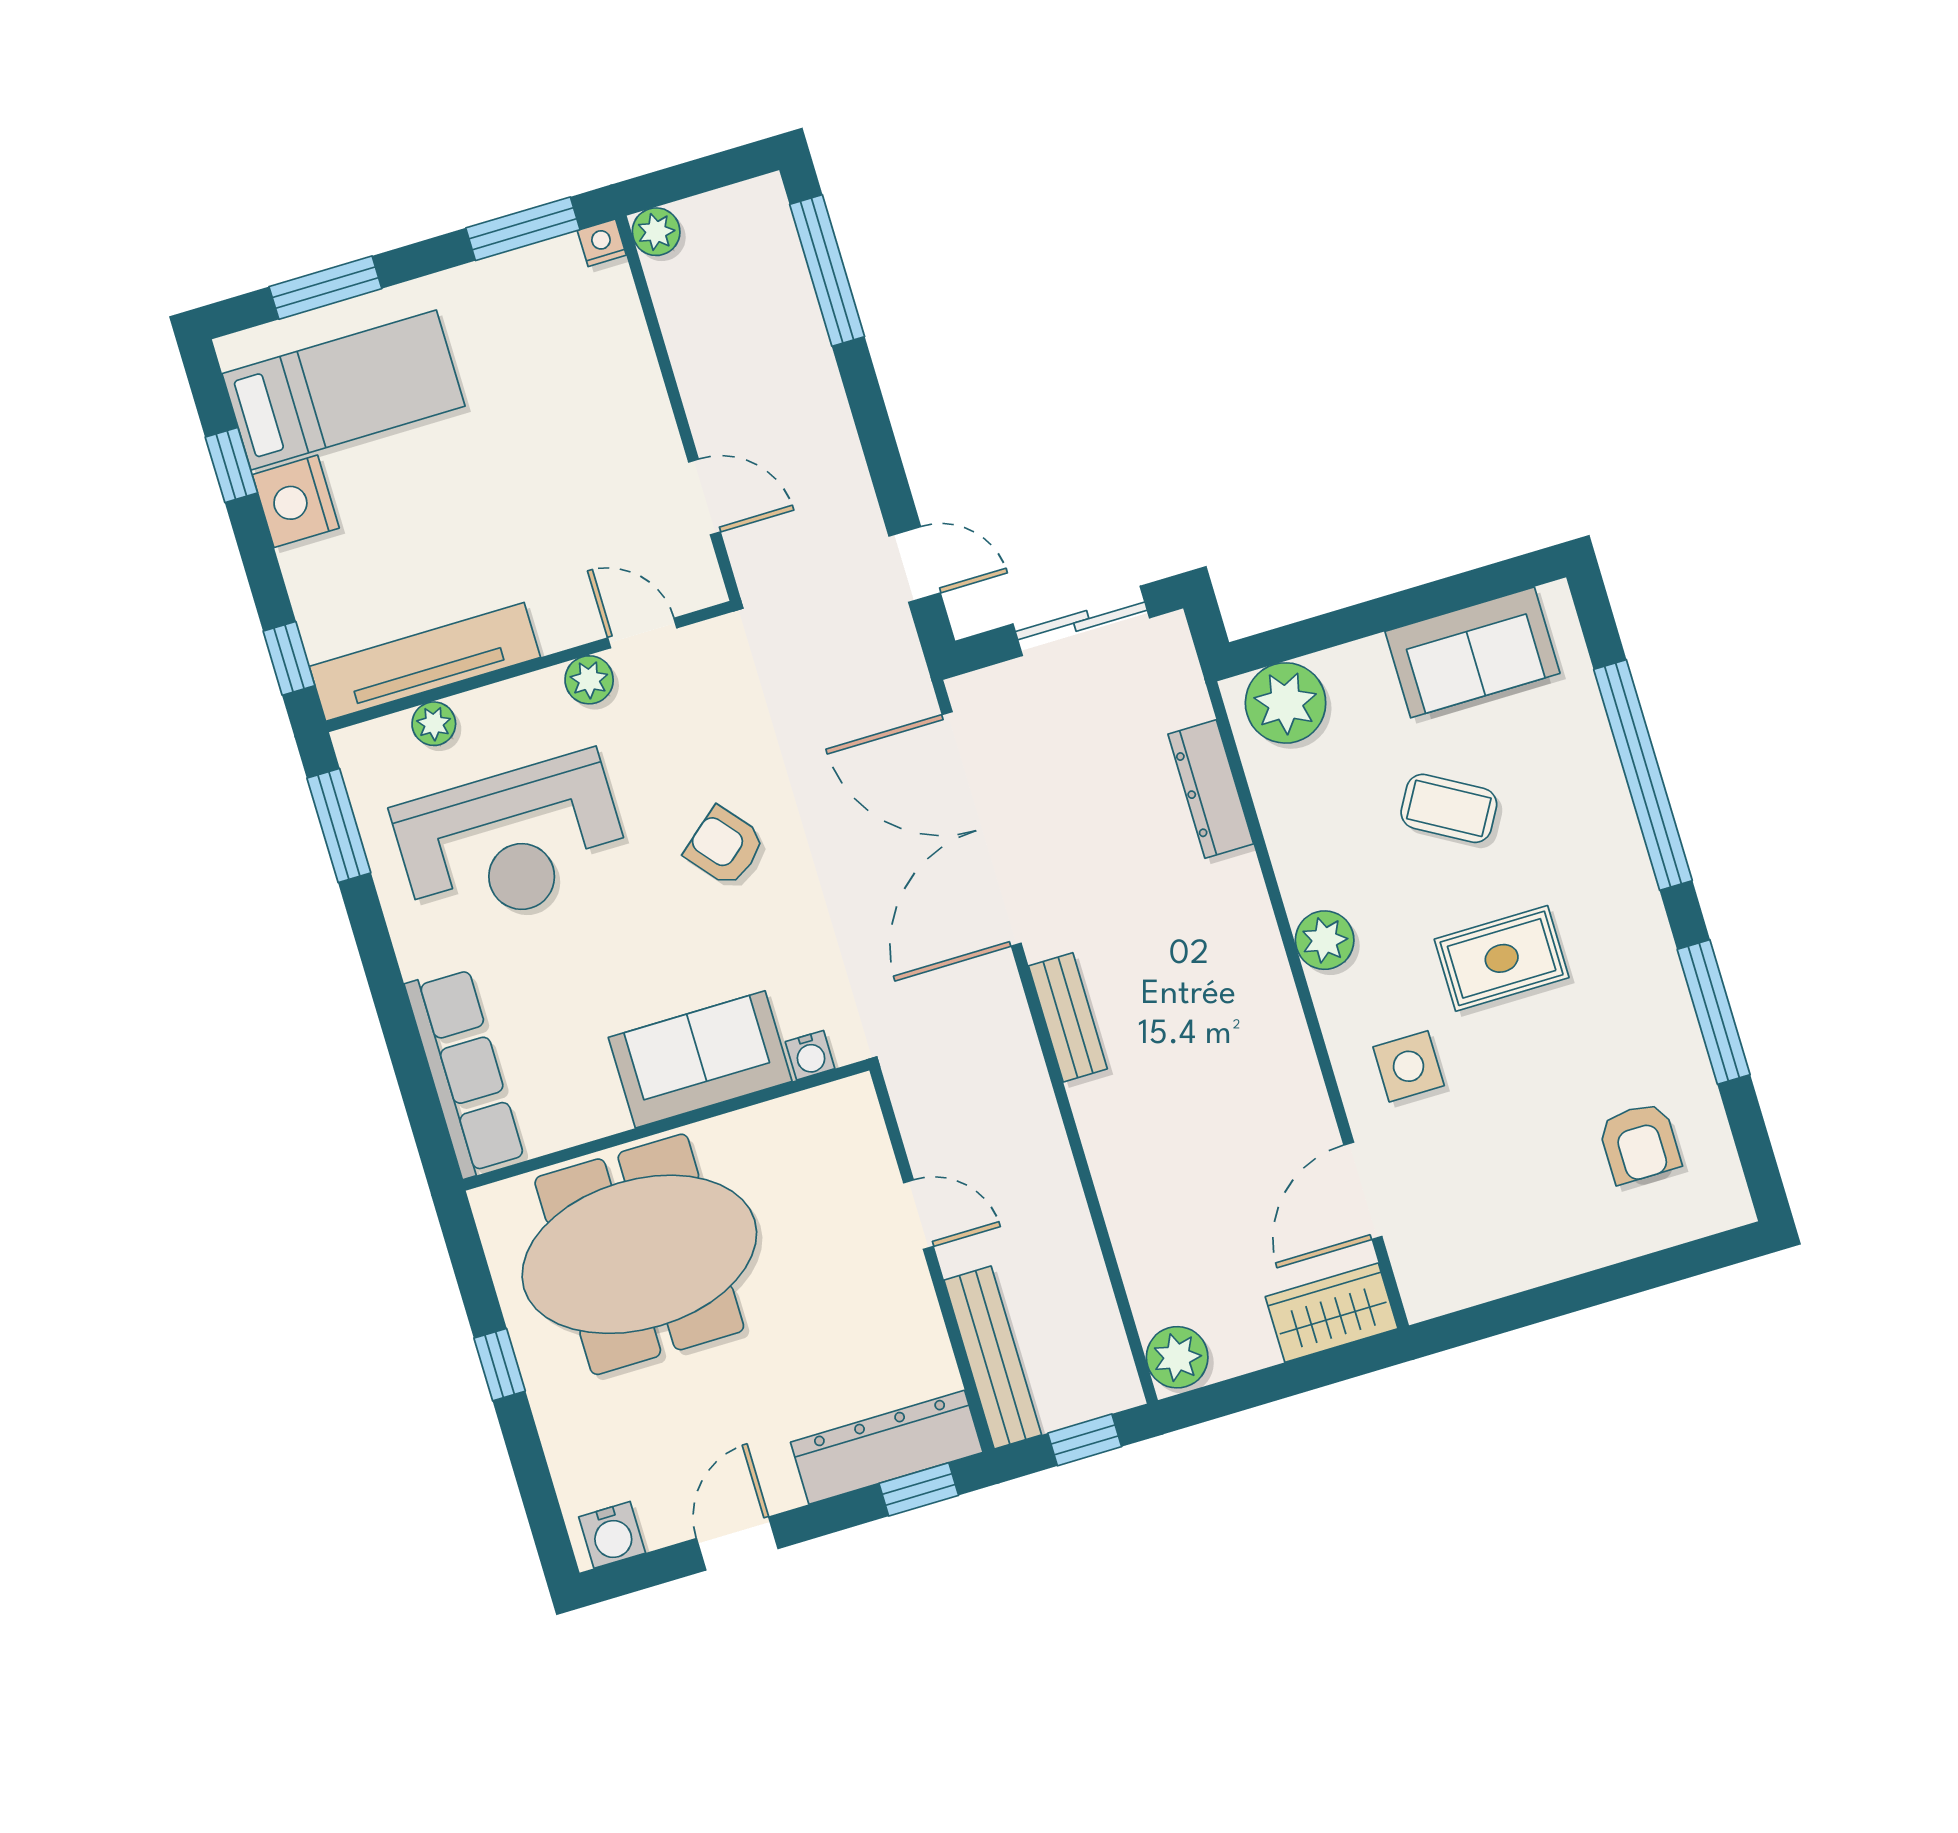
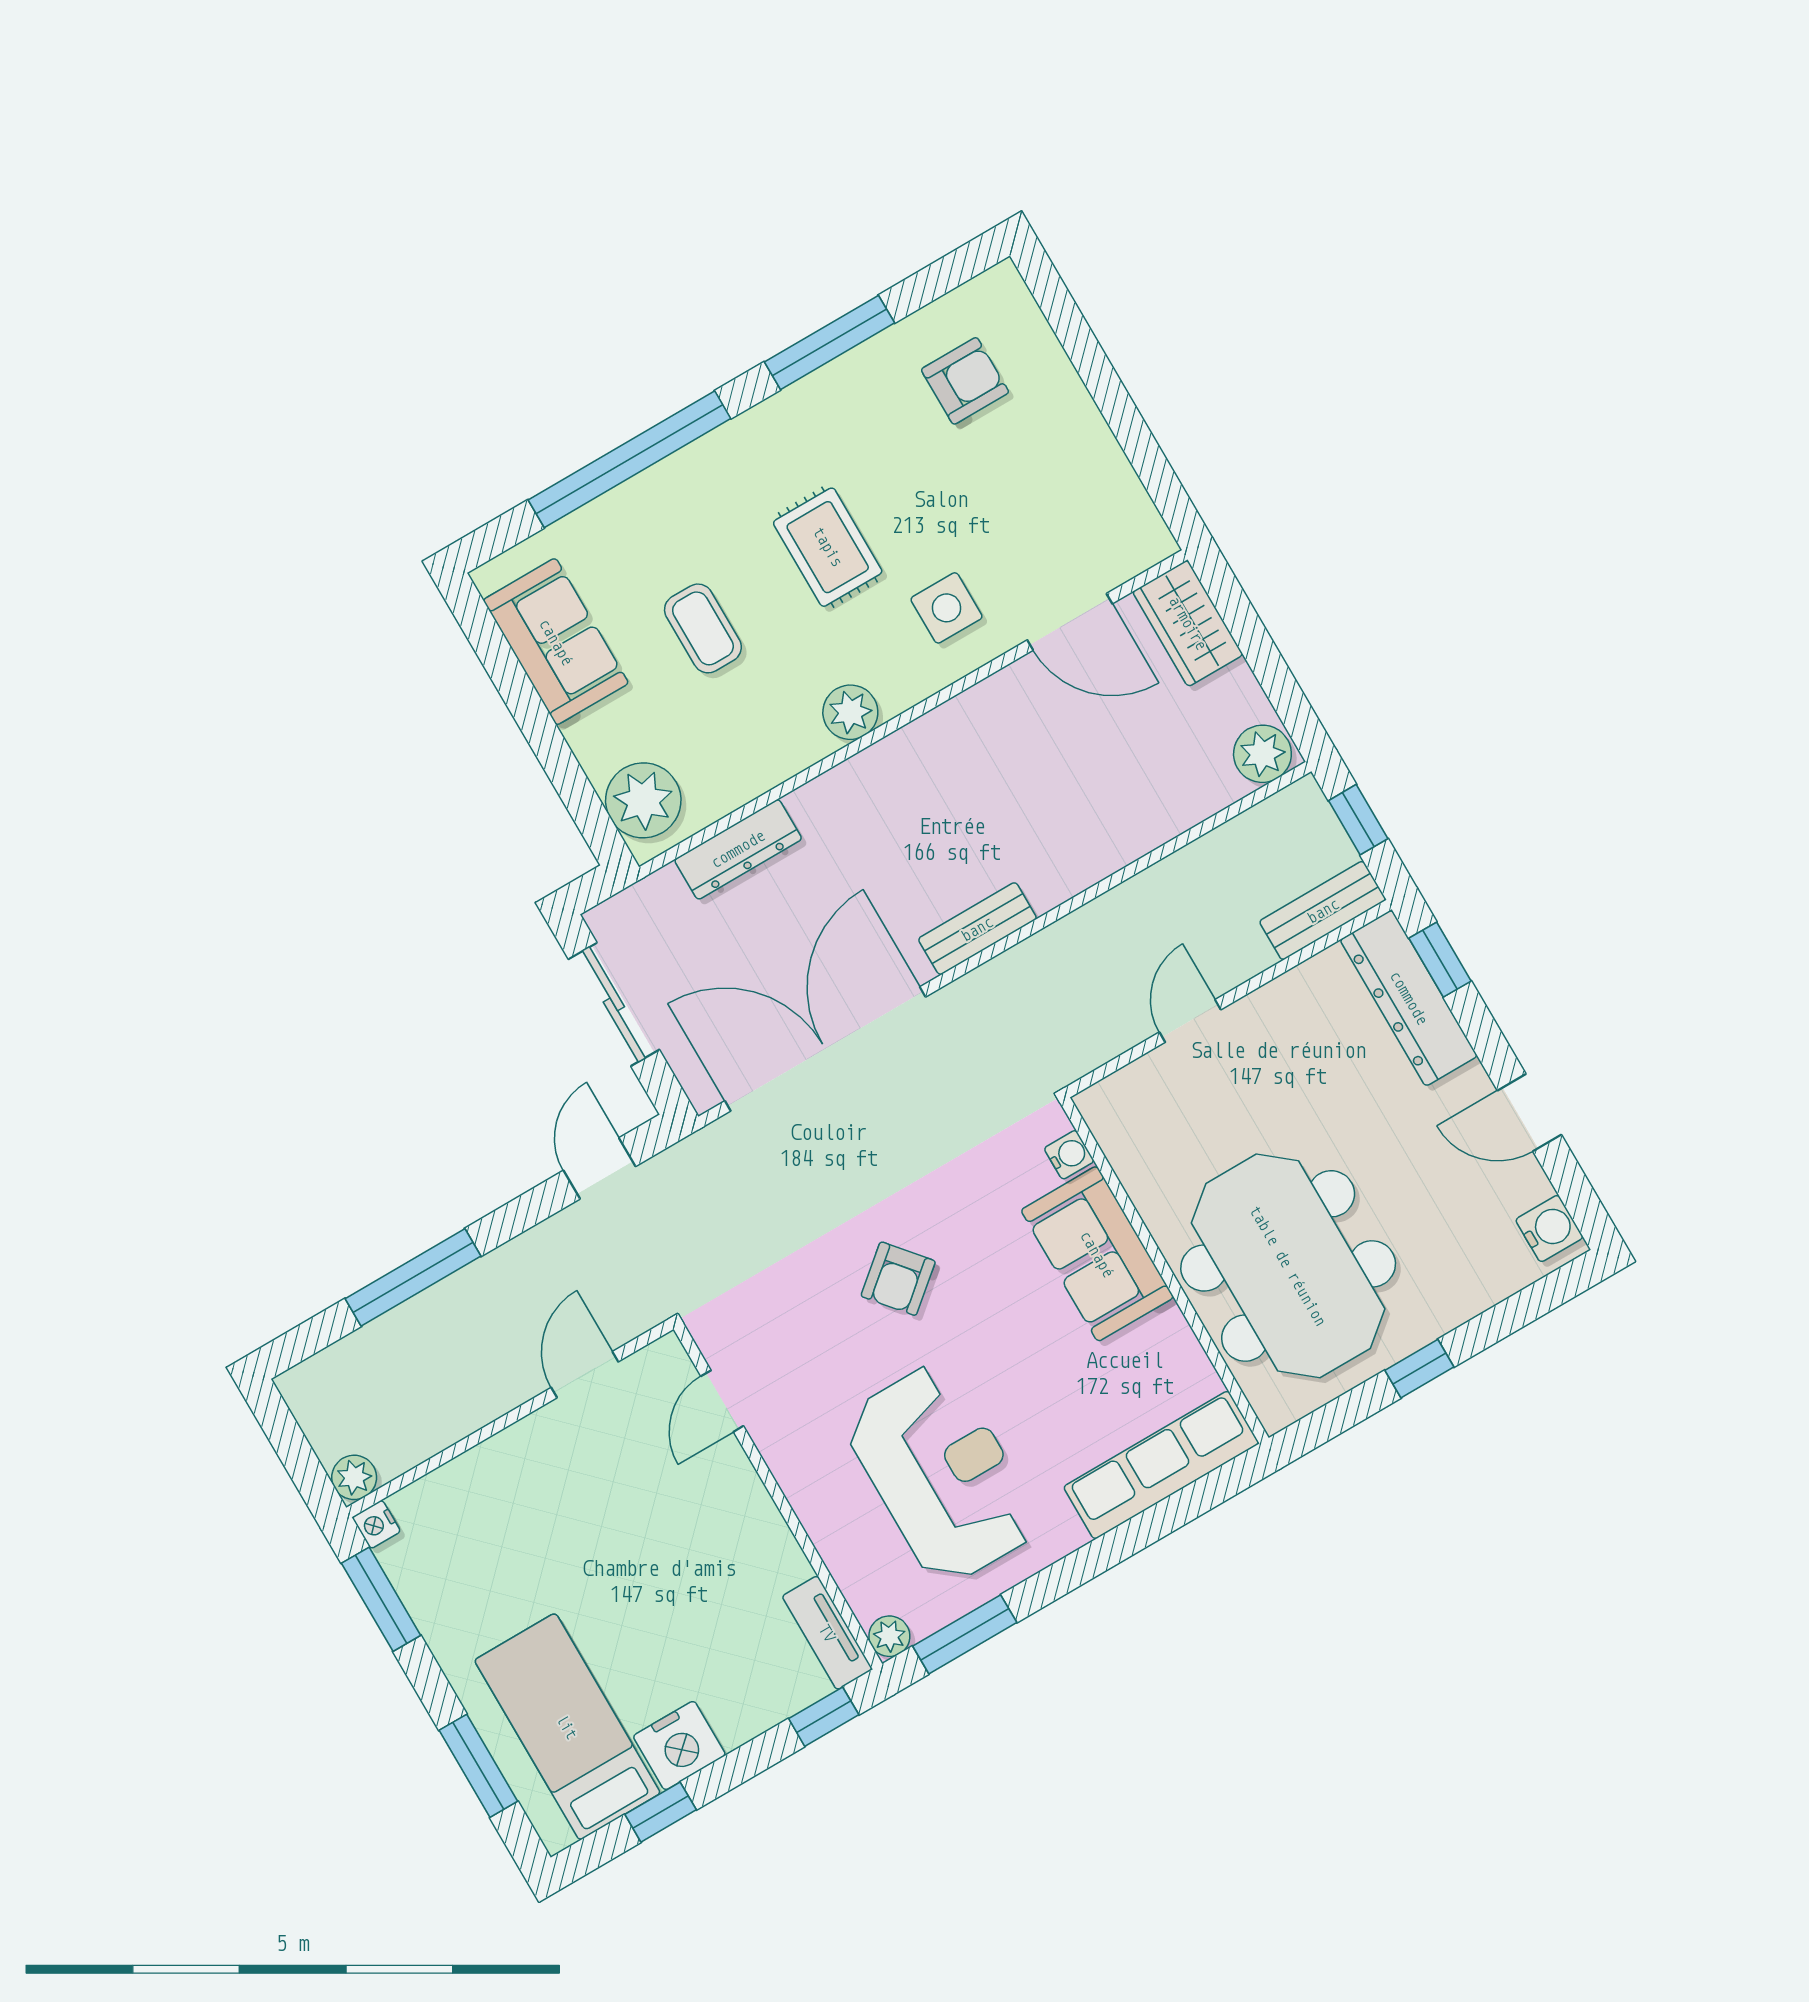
window: (827, 271) -> (413, 1277), moved
tv unit: (425, 662) -> (827, 1633), width x0.52, depth x0.78
plant: (589, 680) -> (777, 1439), removed
plant: (434, 724) -> (889, 1636), moved
coffee table: (1449, 808) -> (703, 628), turned -30
double door: (982, 829) -> (825, 1049), swing flipped
bench: (993, 1358) -> (1323, 911), width x0.73

